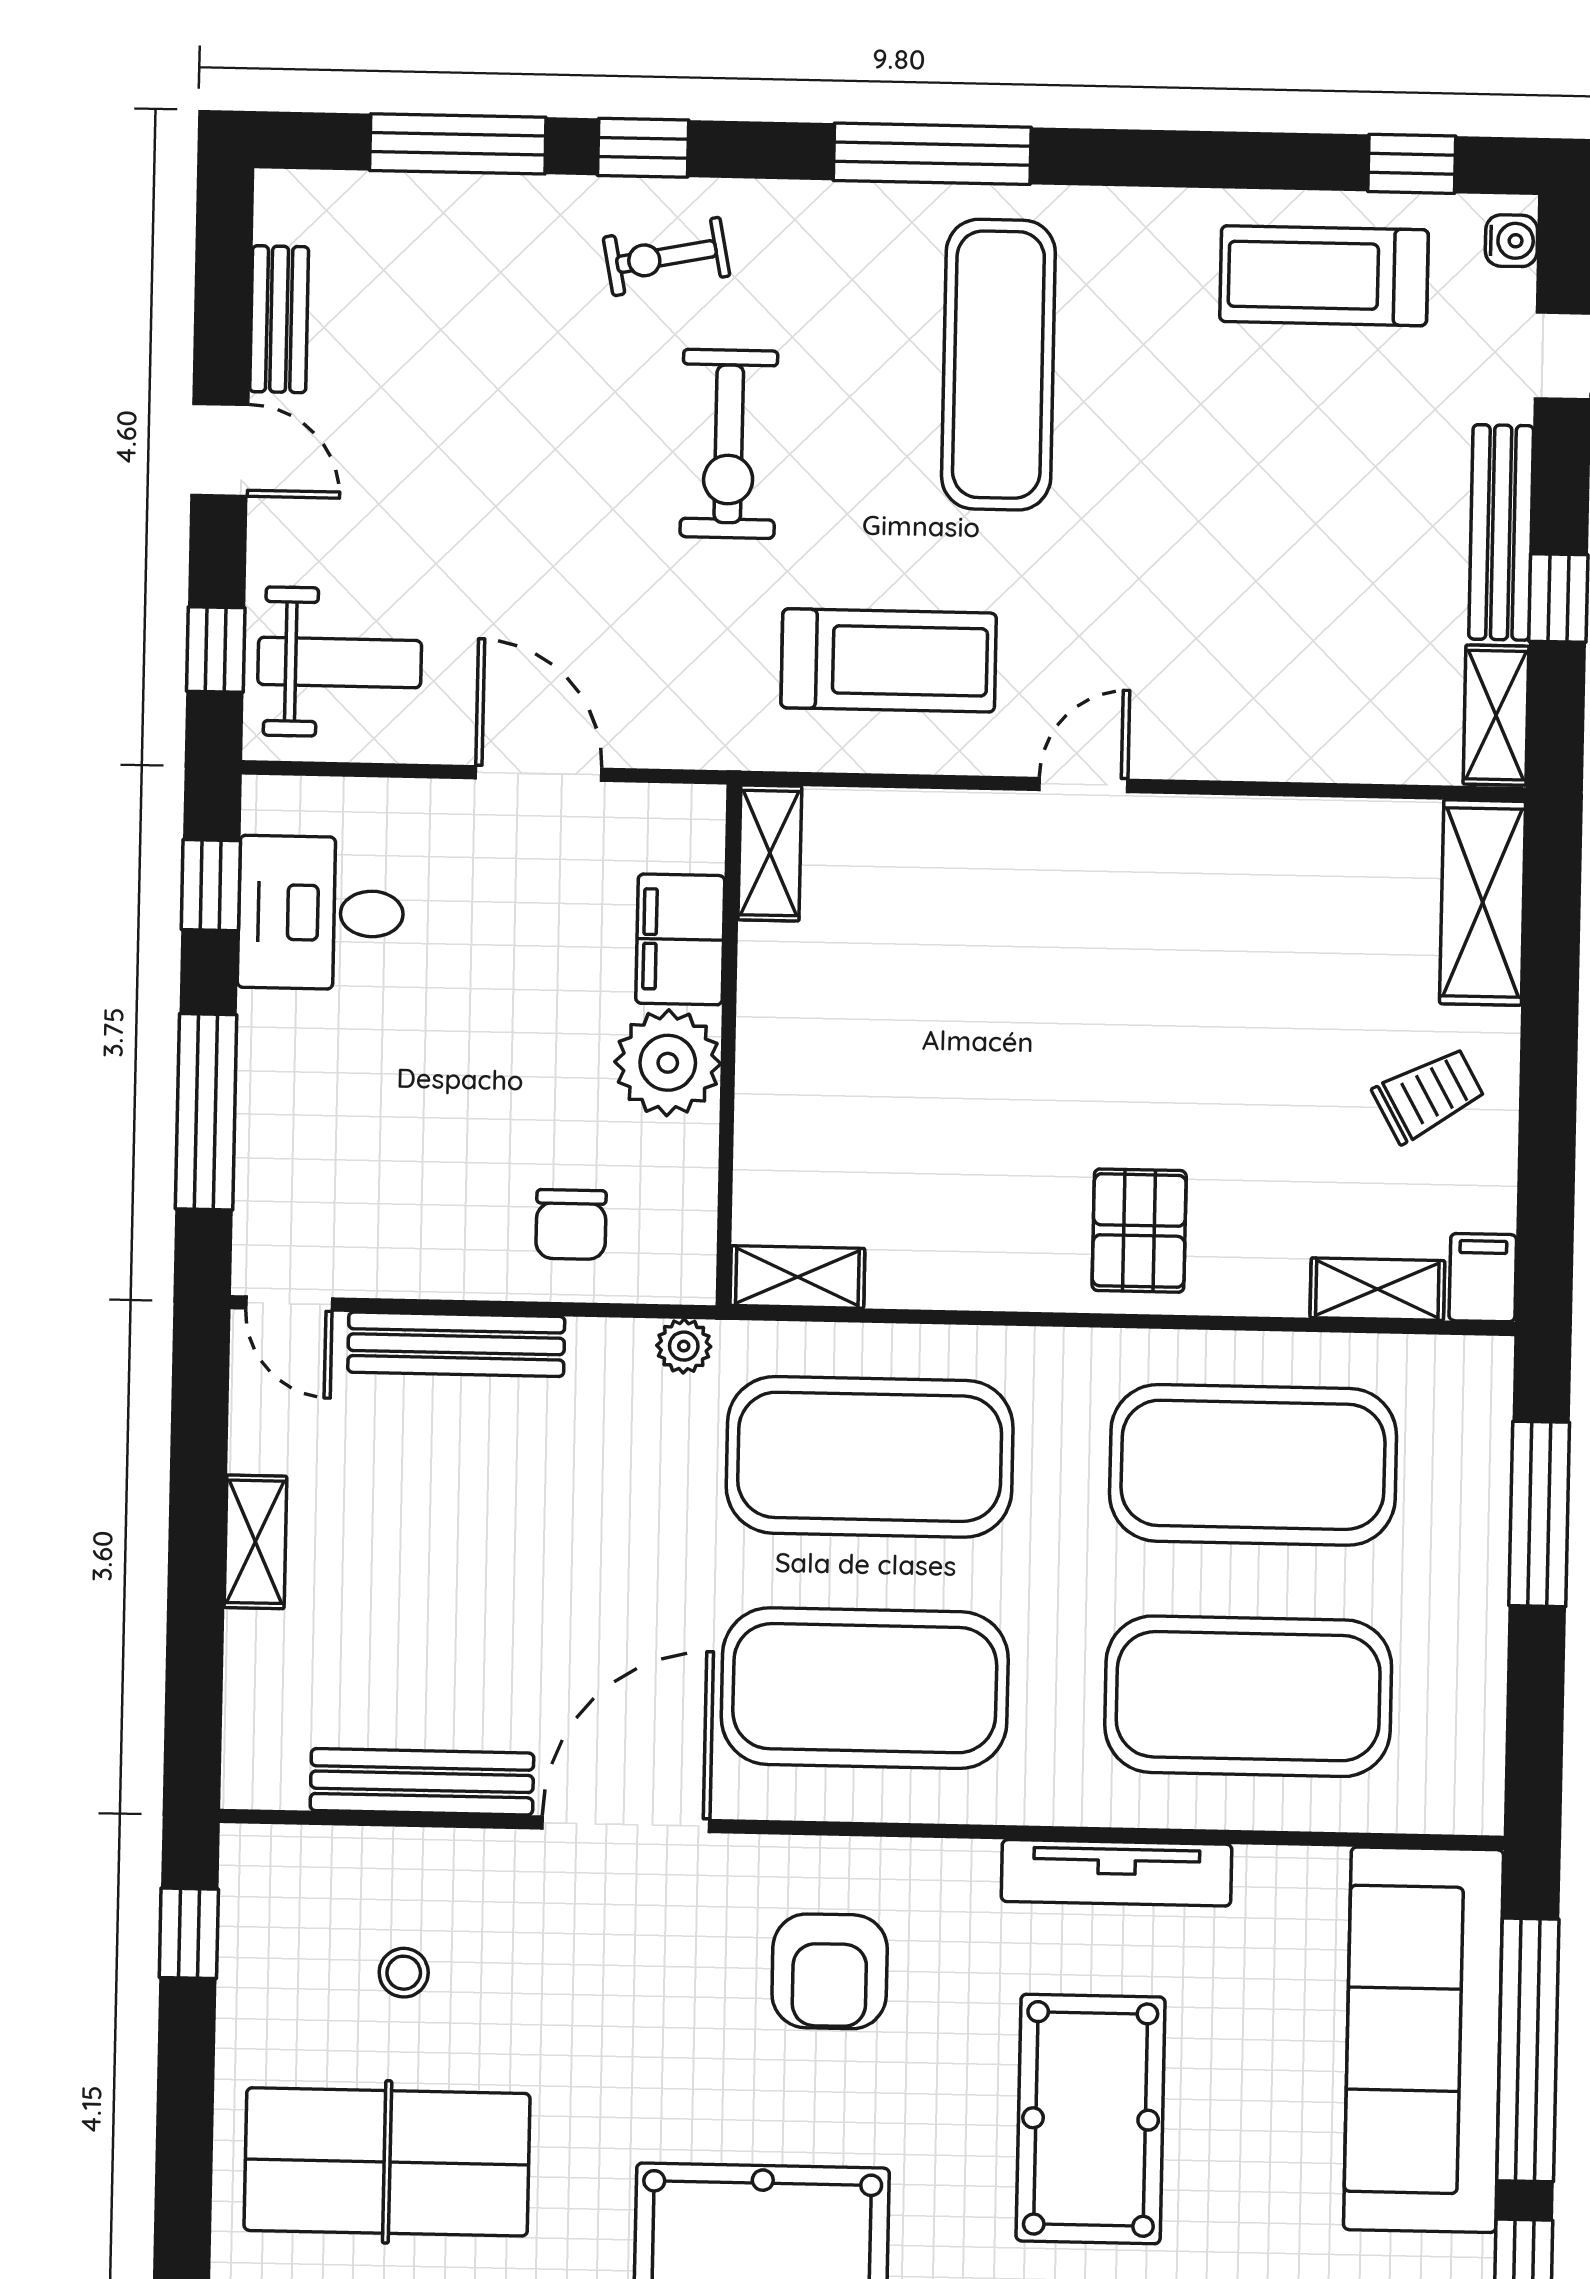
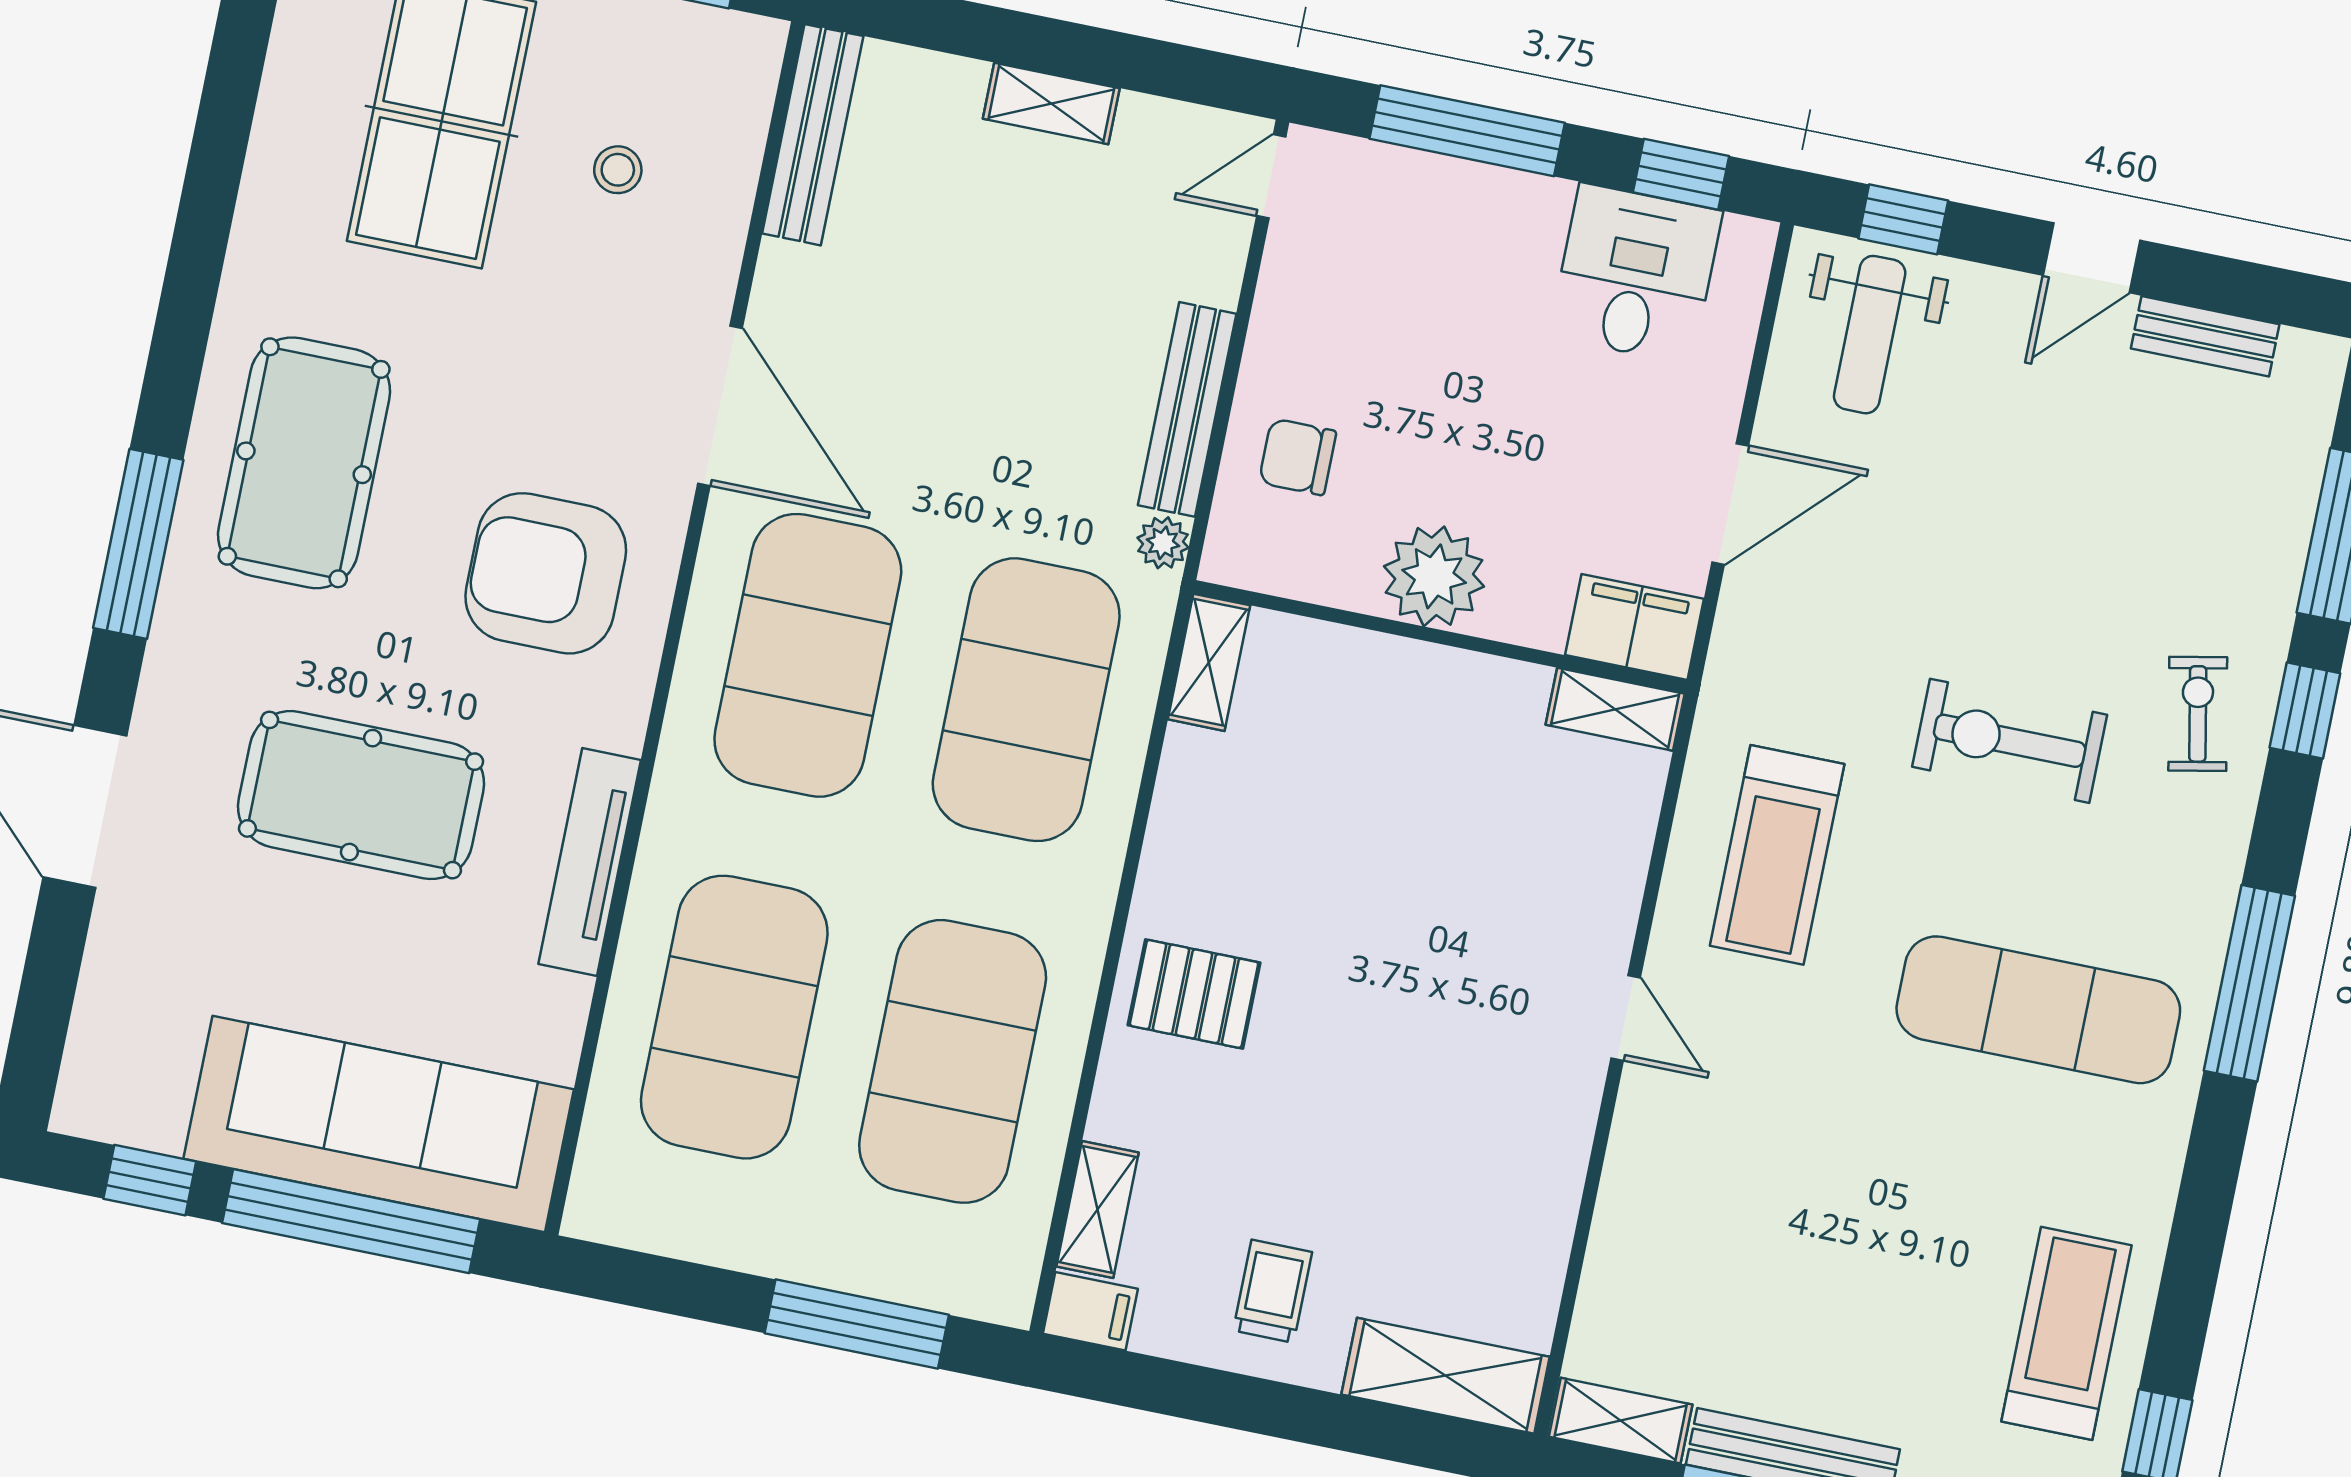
filing cabinet: (680, 939) -> (1635, 627), moved
trolley: (1428, 1095) -> (1273, 1291), turned -151
bench: (456, 1344) -> (1187, 409), moved
bench: (422, 1782) -> (813, 135), moved
armchair: (830, 1971) -> (546, 573), width x1.36, depth x1.36

